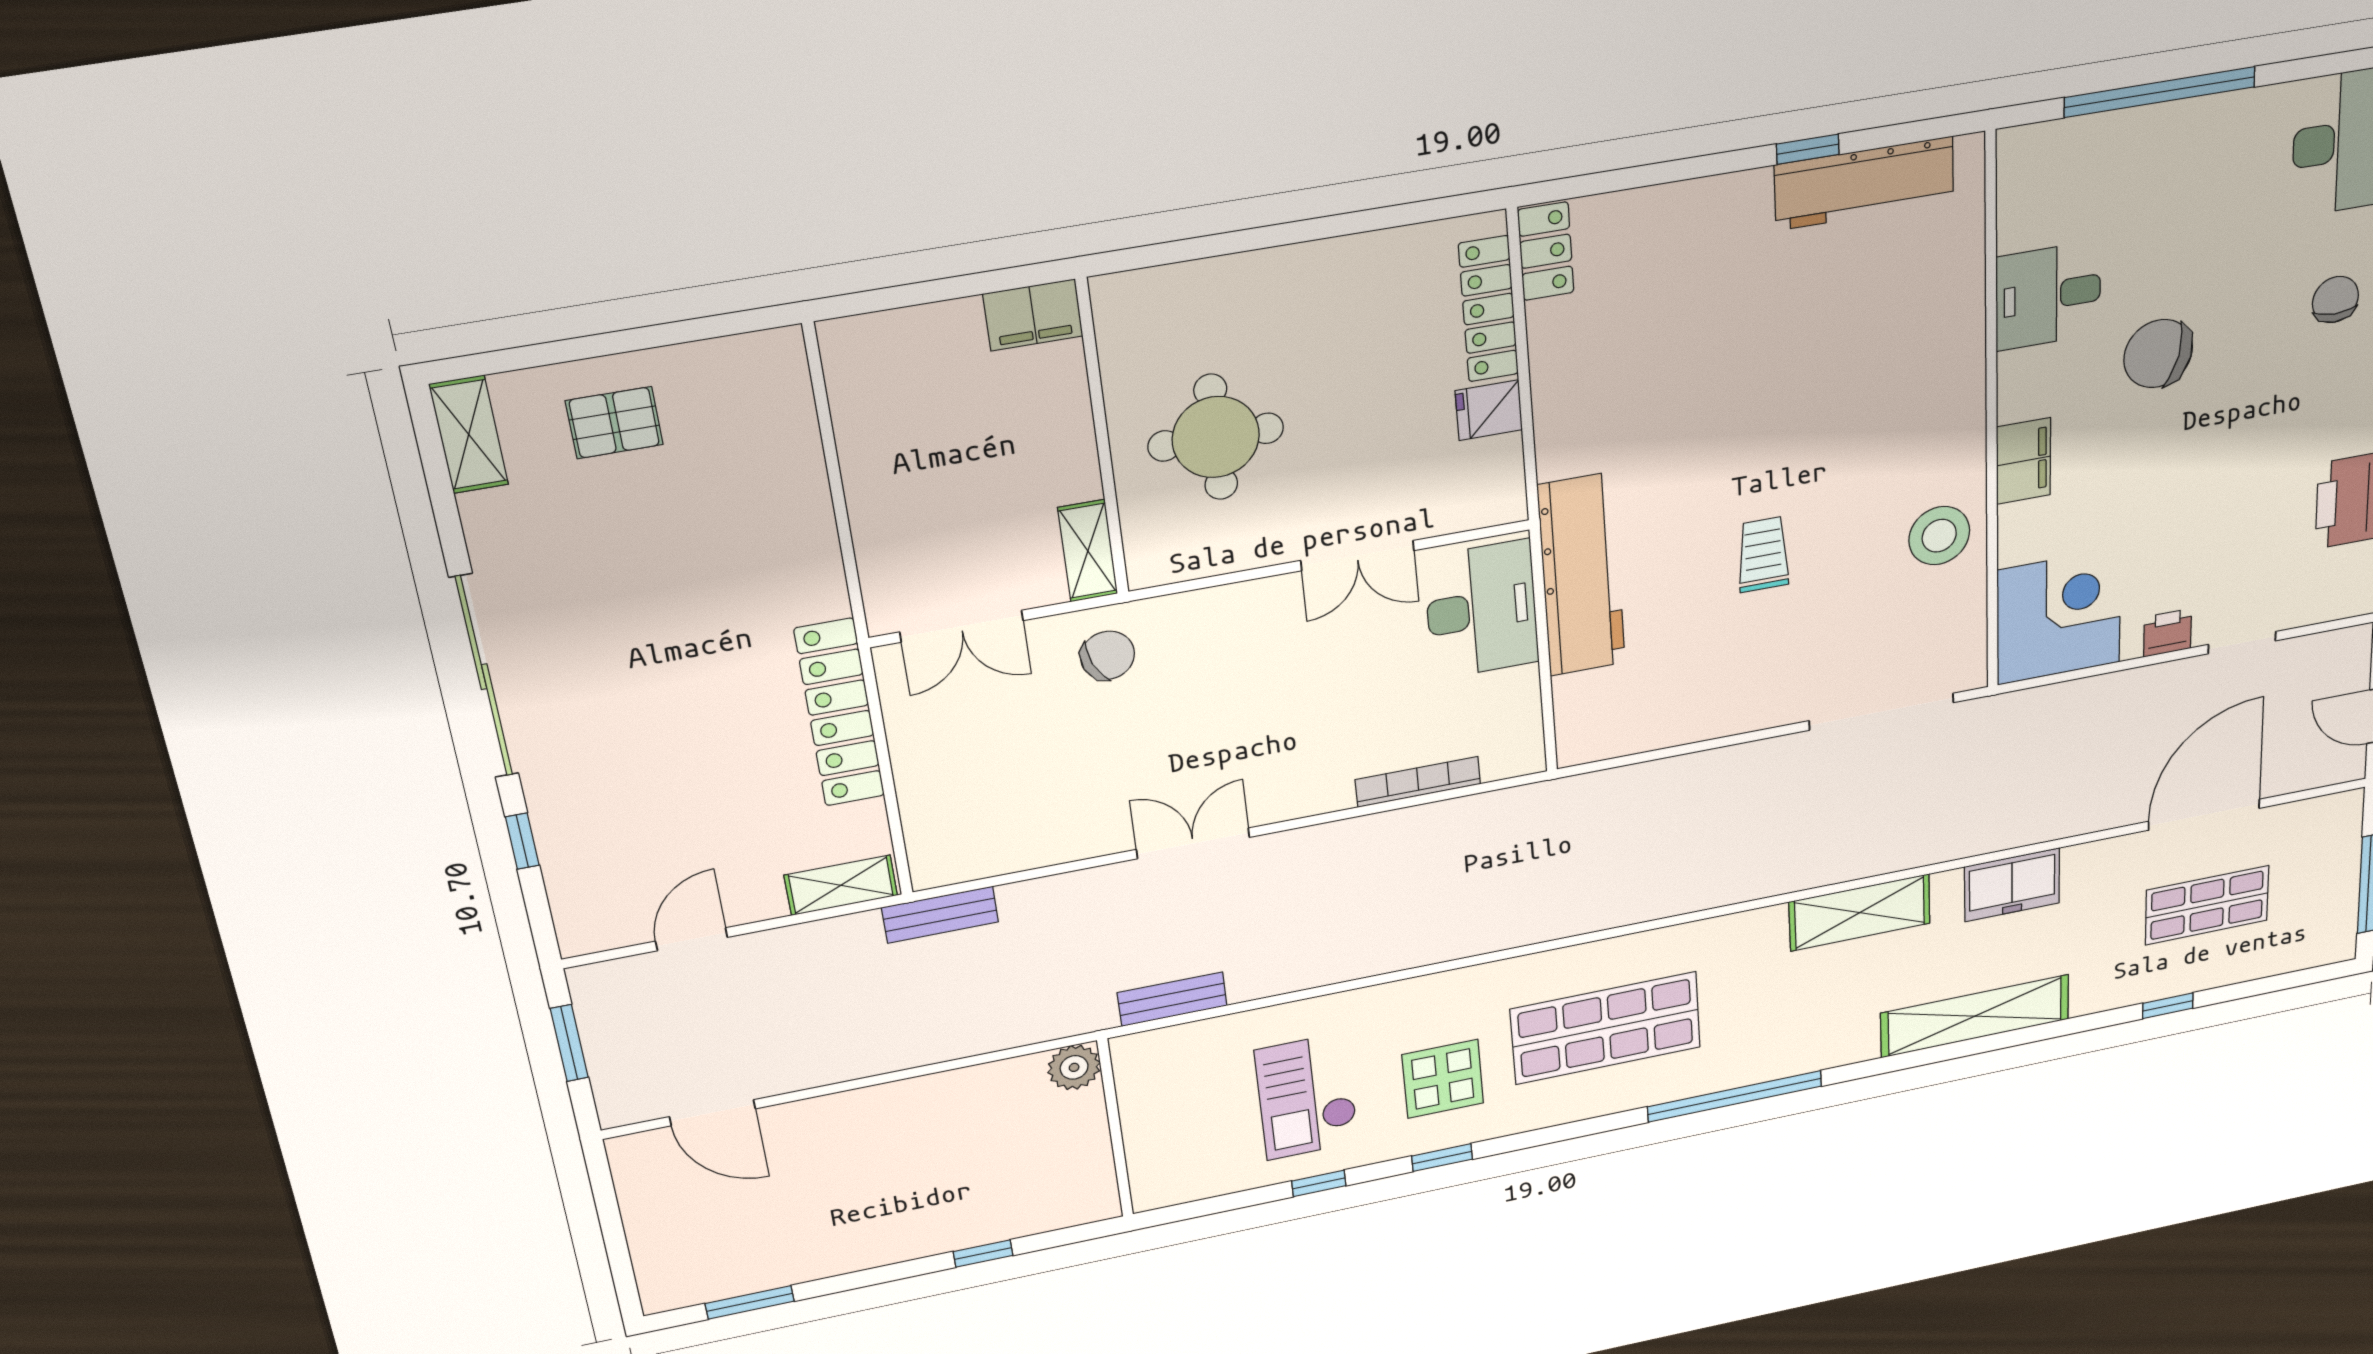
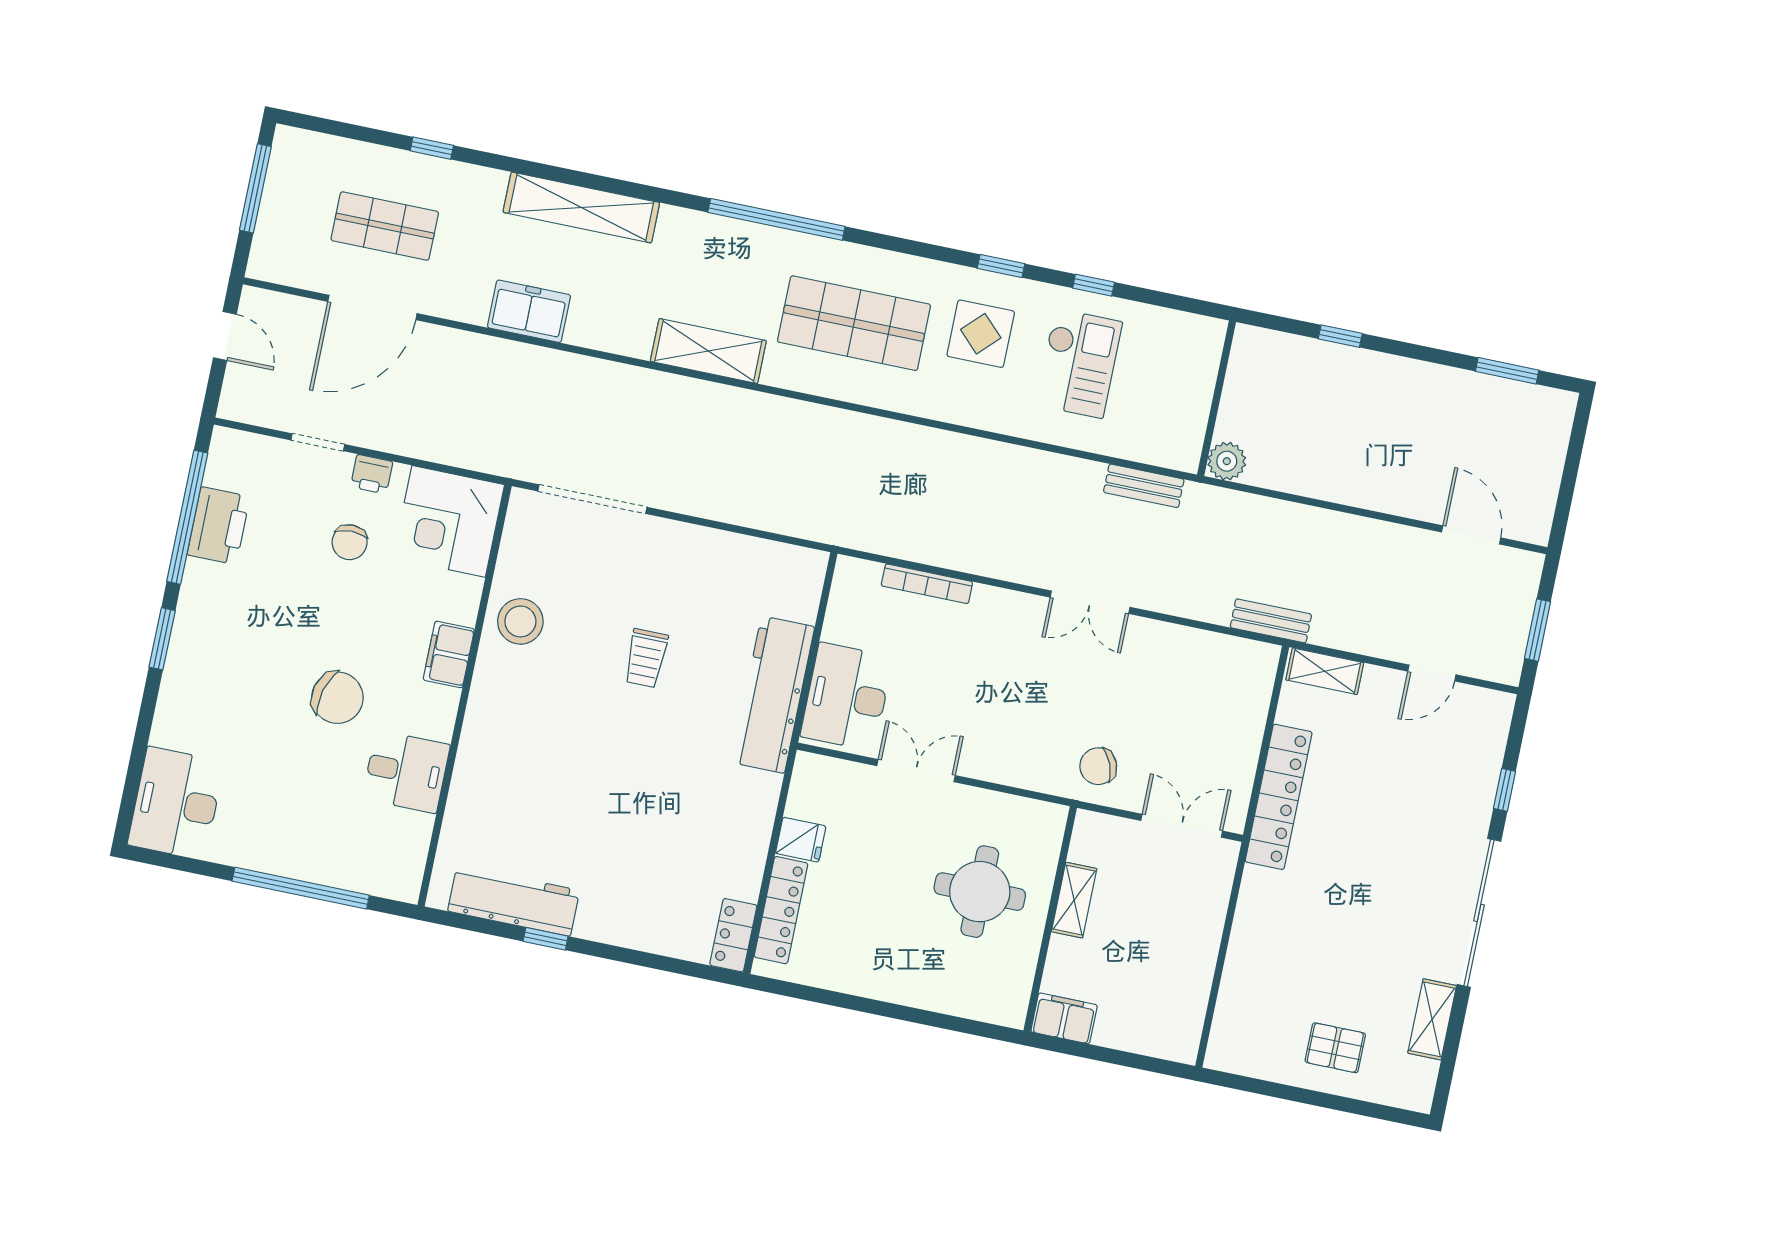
chair: (2335, 299) -> (350, 542), moved
shelving: (469, 435) -> (1432, 1019), moved
shelving: (1088, 551) -> (1074, 900), moved
shelving: (1860, 913) -> (708, 351), moved

